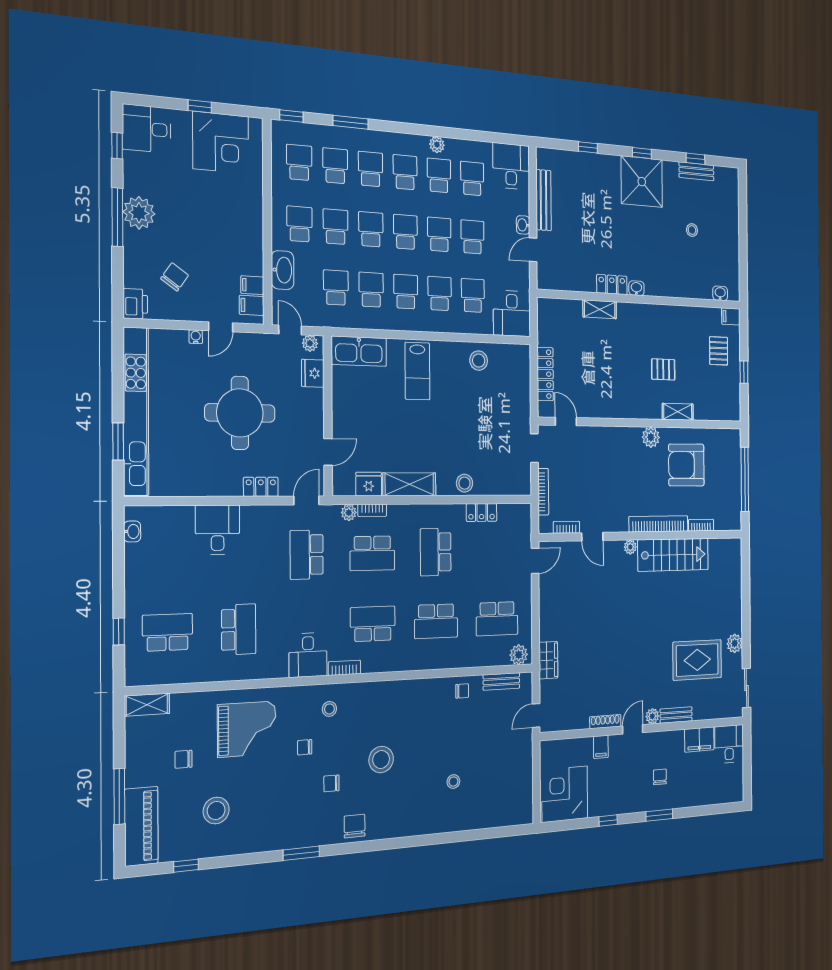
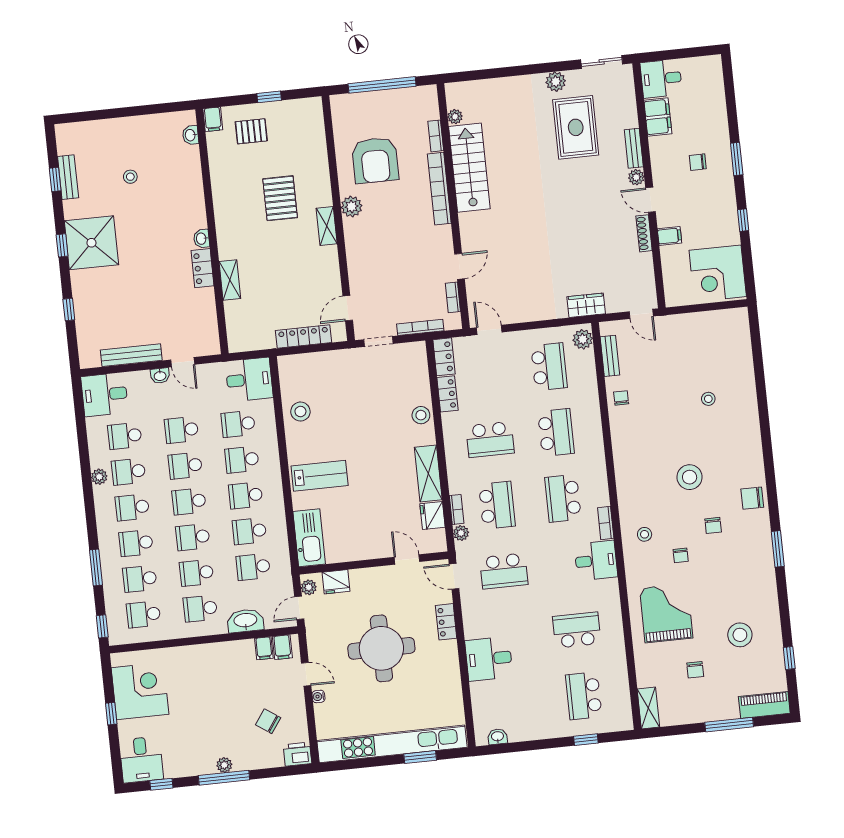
plant: (139, 213) -> (224, 765), width x0.53, depth x0.53
pallet: (663, 369) -> (280, 198), width x1.50, depth x1.42
shelving: (678, 412) -> (327, 226), moved
locker: (515, 513) -> (444, 357), added
plant: (630, 547) -> (455, 117), moved
piano: (141, 826) -> (764, 705), width x0.73, depth x0.75

